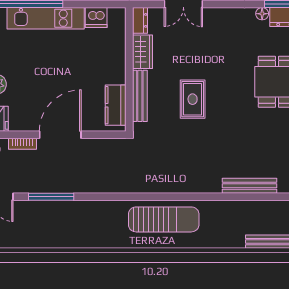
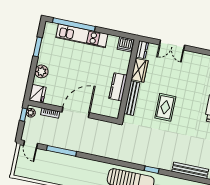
dishwasher: (96, 17) -> (125, 44), moved
kitchen counter: (116, 105) -> (118, 87), moved
window: (192, 197) -> (152, 170), added

